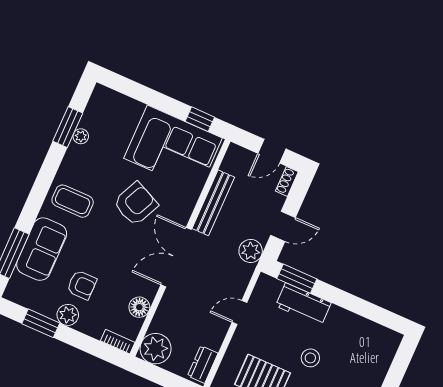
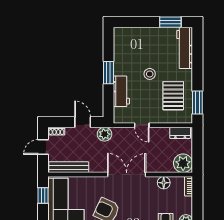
door: (272, 151) -> (43, 147), swing flipped
bench: (213, 203) -> (69, 167), moved
double door: (176, 257) -> (127, 175), swing flipped
window: (297, 279) -> (108, 73), moved

